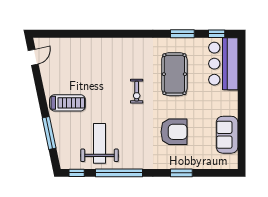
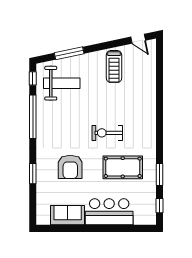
bar counter: (223, 64) -> (109, 212), moved
exercise bike: (137, 91) -> (107, 133), width x1.38, depth x1.39
treadmill: (67, 103) -> (114, 67), moved
weight bench: (99, 143) -> (62, 83), moved

